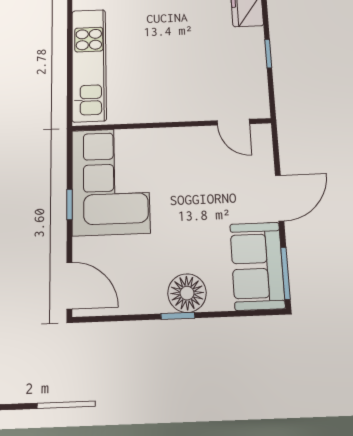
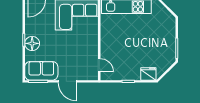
door: (233, 122) -> (99, 65), swing flipped

